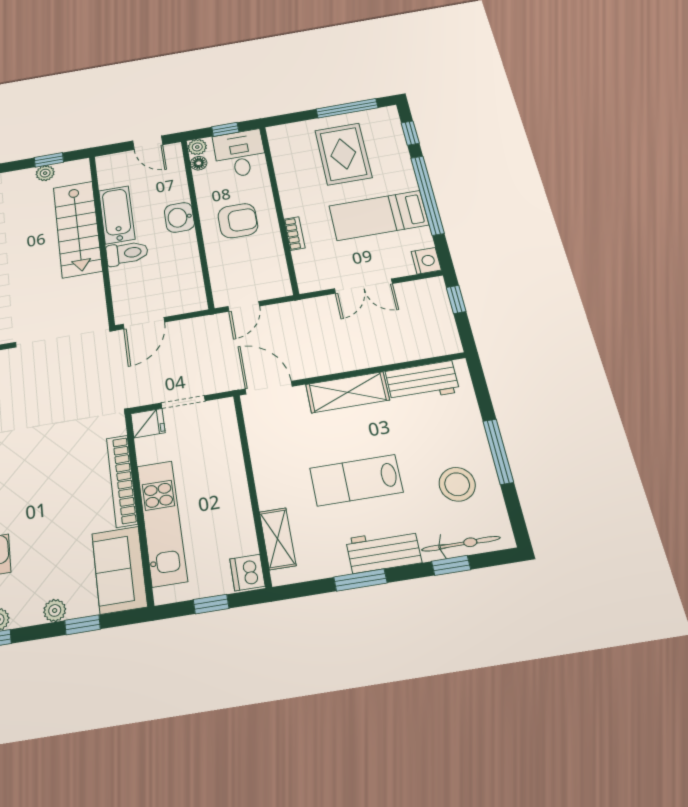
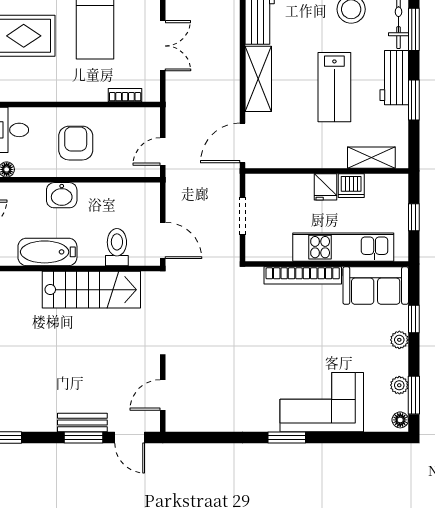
stairs: (78, 229) -> (91, 290), moved
bookcase: (294, 234) -> (125, 95), moved
toilet: (127, 253) -> (117, 247), moved
door: (244, 306) -> (163, 152), swing flipped
fridge: (148, 423) -> (325, 187), moved, turned 180
window: (451, 565) -> (414, 29), width x1.50
dishwasher: (247, 573) -> (351, 186), moved

